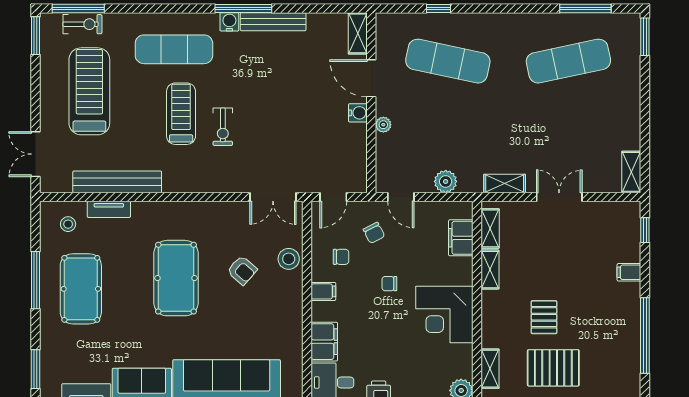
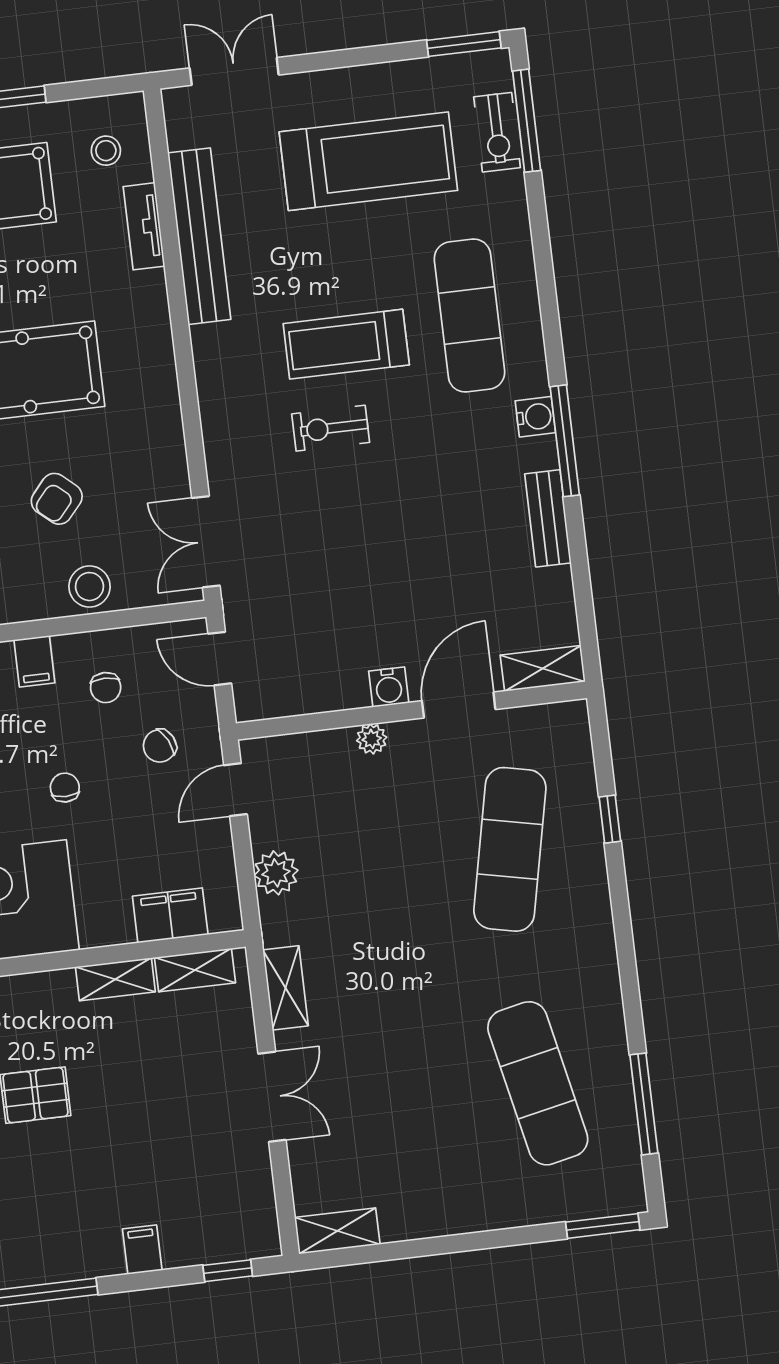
bench: (273, 22) -> (548, 518), width x0.73
treadmill: (181, 114) -> (346, 344), turned 180

